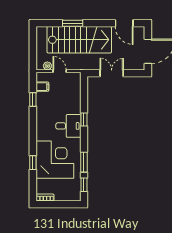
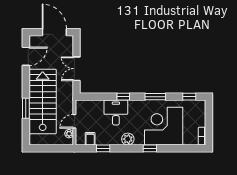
plant: (42, 124) -> (128, 139), added
desk: (68, 126) -> (116, 112), moved
window: (84, 162) -> (155, 97), moved
window: (33, 163) -> (150, 148), moved

